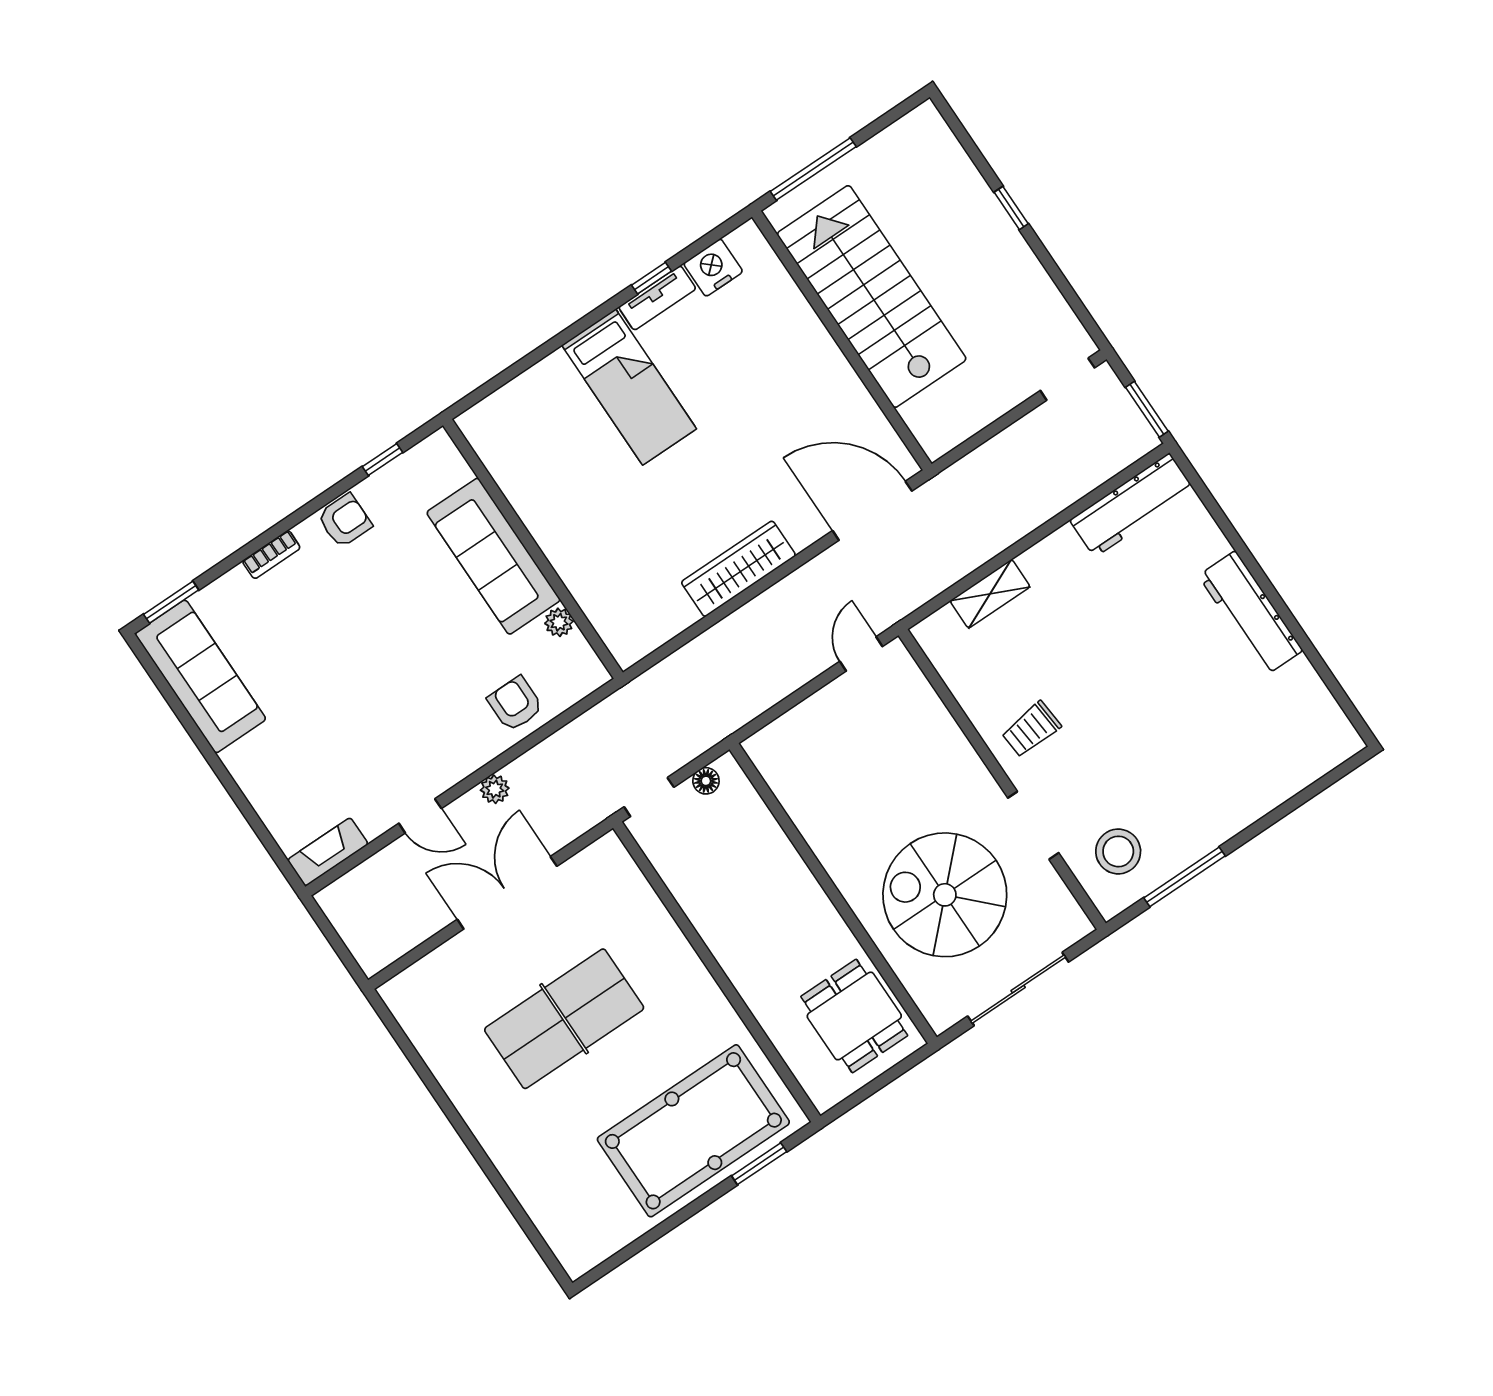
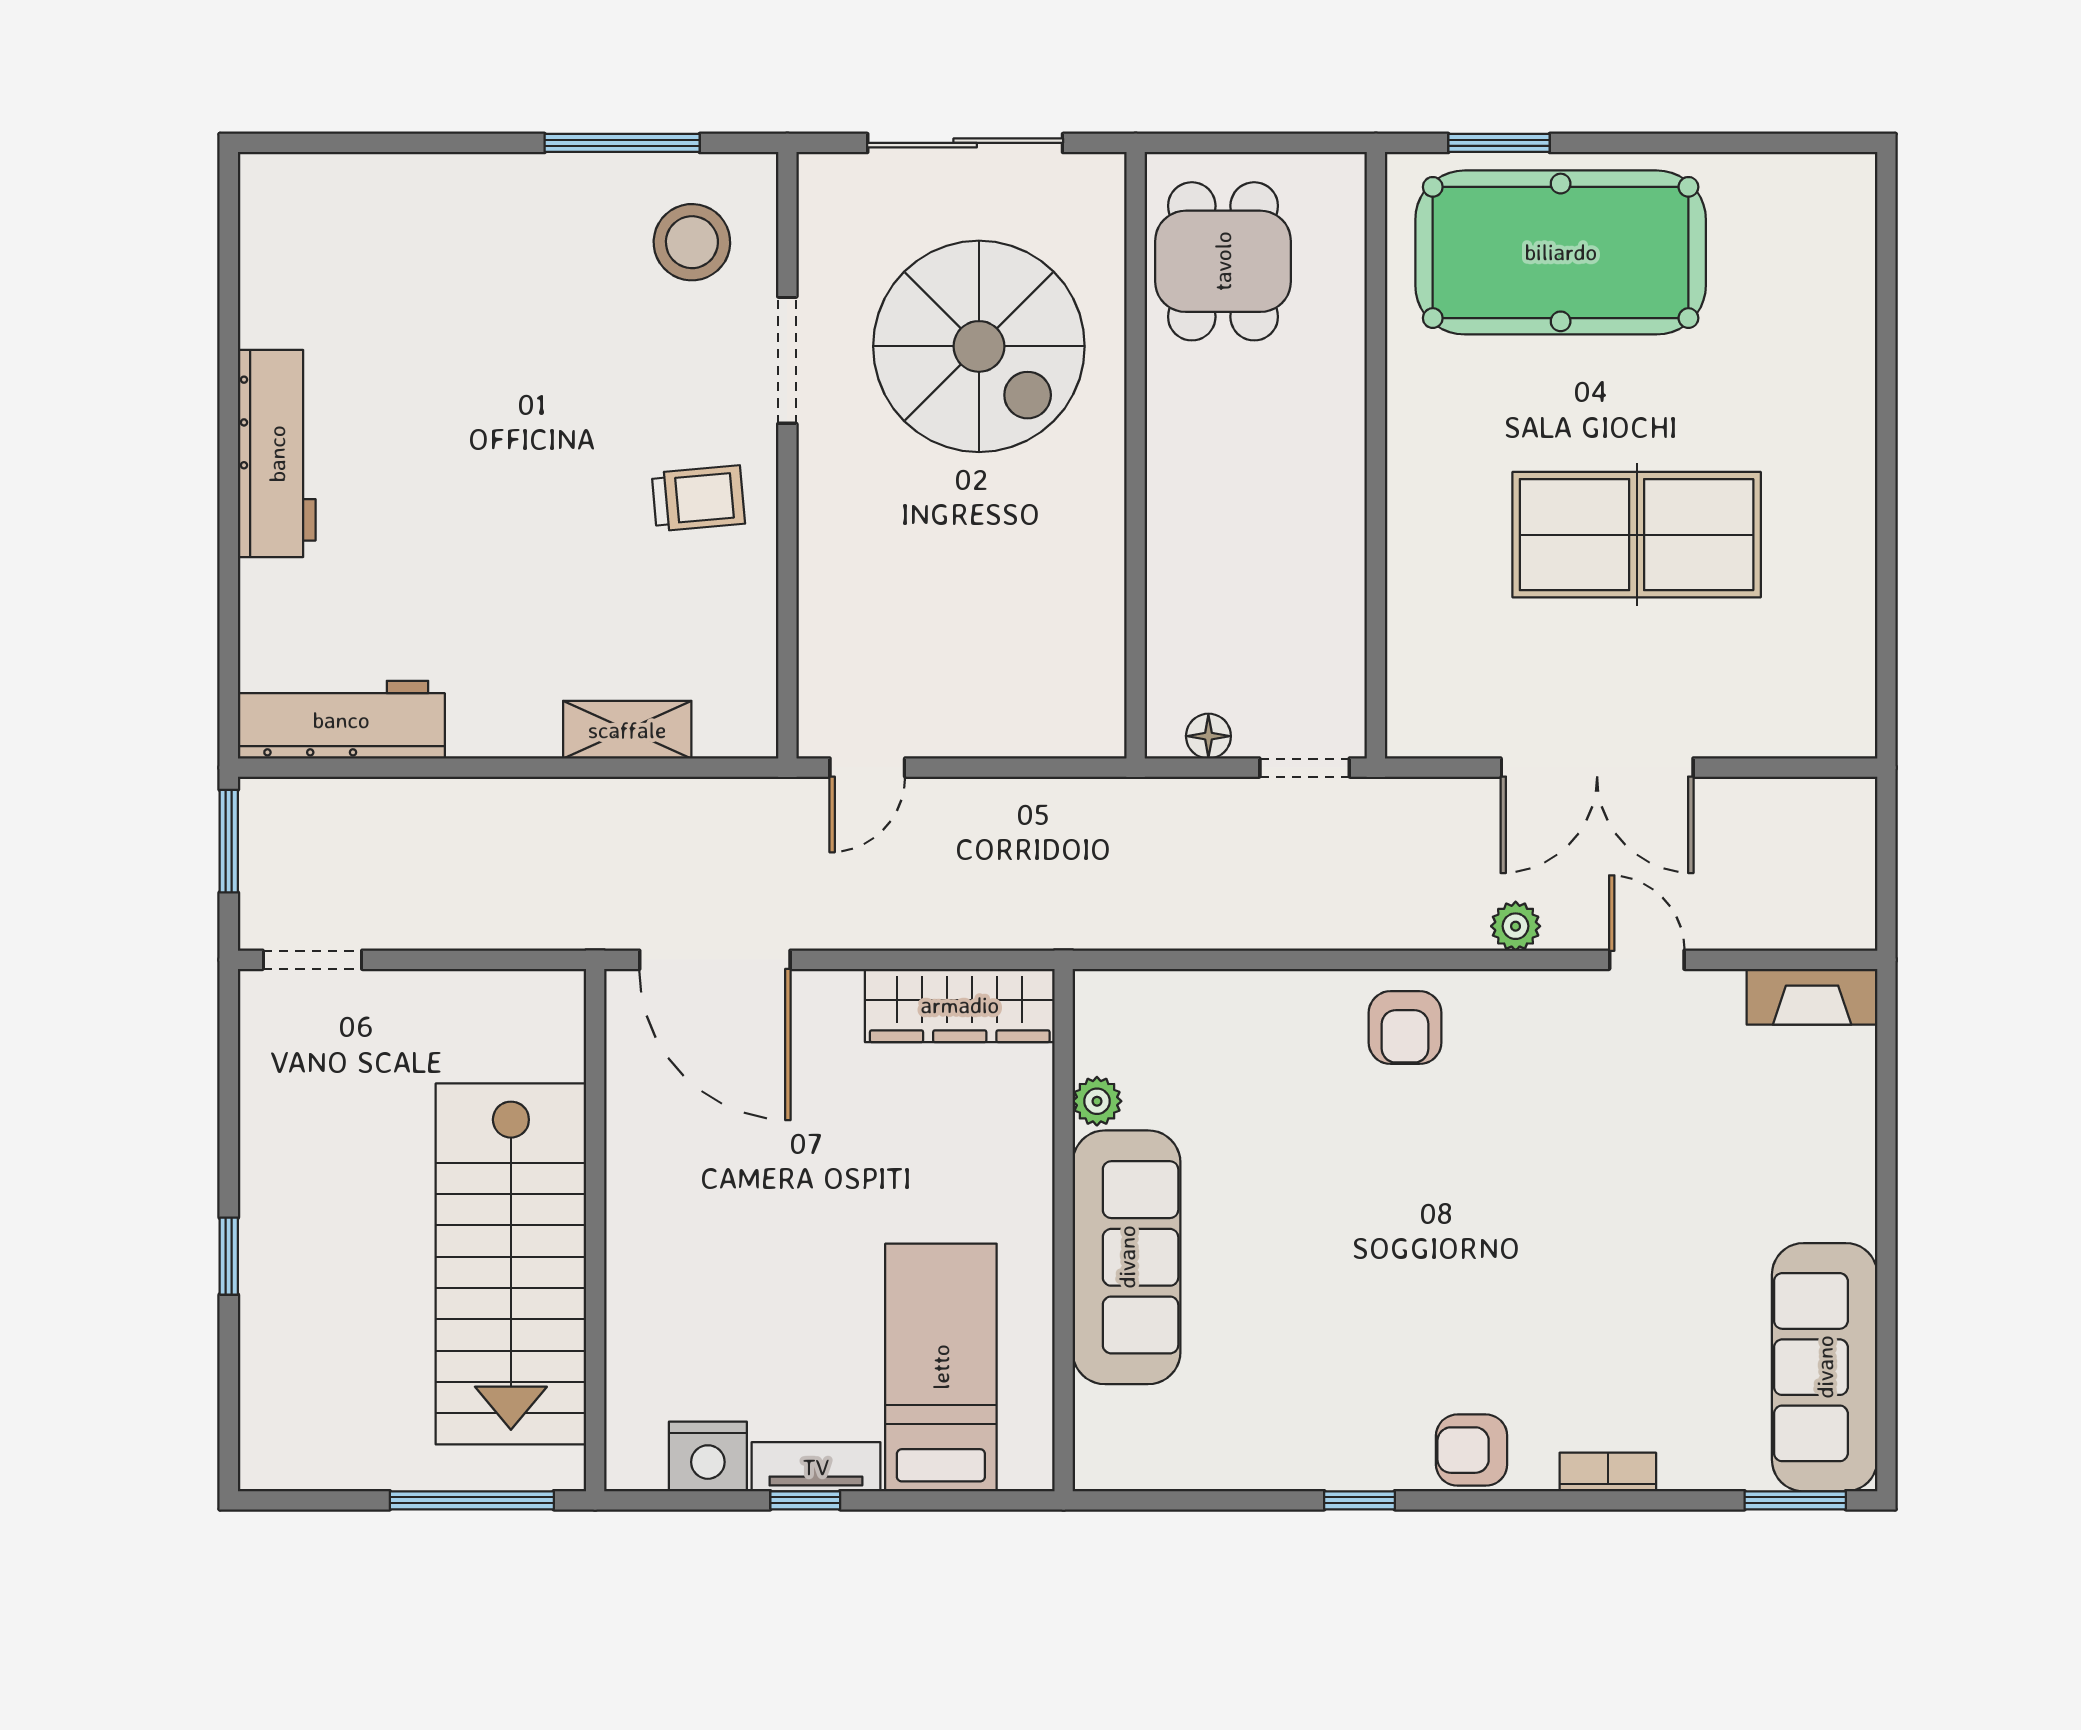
wall: (533, 549) -> (1064, 1230), moved
sofa: (494, 556) -> (1127, 1257), moved
plant: (559, 622) -> (1097, 1101), moved

